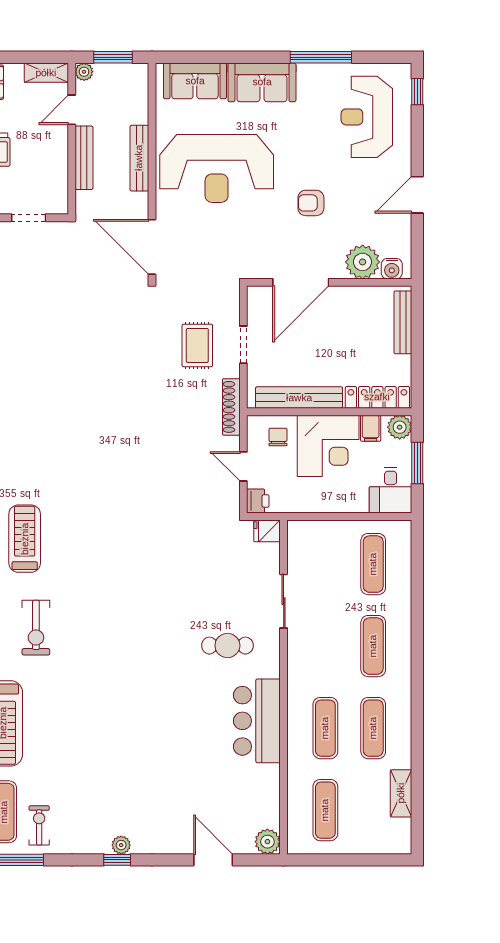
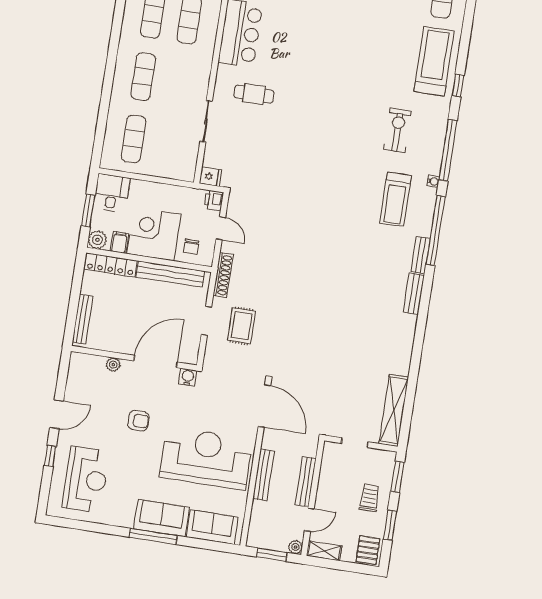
window: (321, 57) -> (153, 536), moved
window: (417, 92) -> (50, 456), moved
plant: (363, 262) -> (113, 365), width x0.53, depth x0.53
water cooler: (392, 269) -> (188, 377), moved

